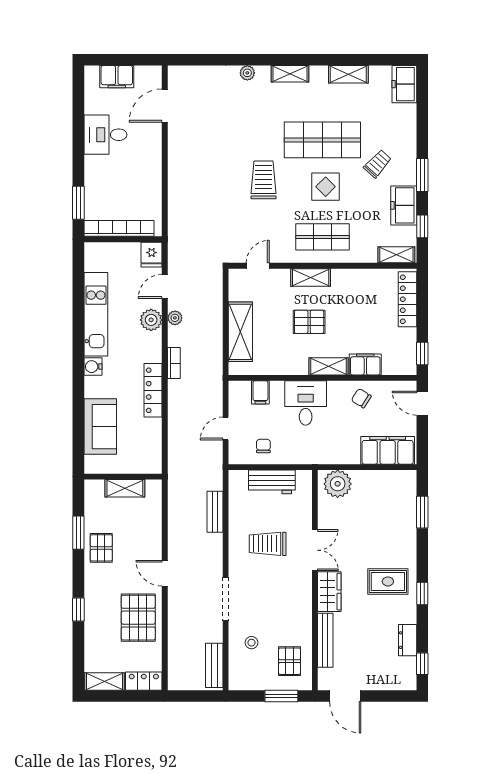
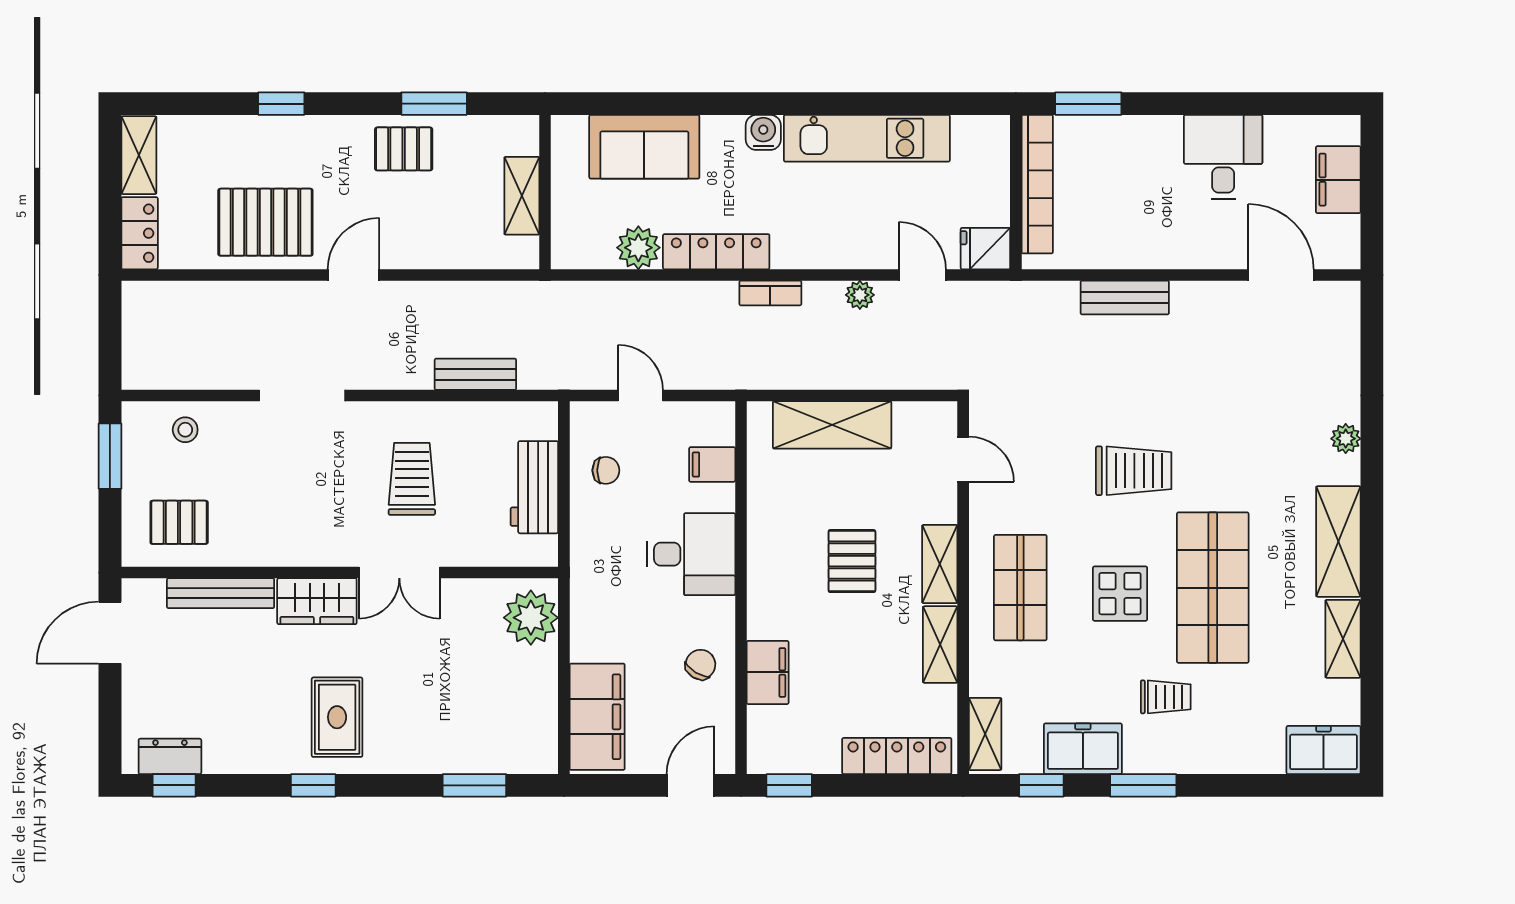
shelving: (290, 74) -> (1338, 541), width x1.50, depth x1.33
trolley: (378, 164) -> (1166, 697), turned -42
plant: (151, 320) -> (638, 248), moved
shelving: (329, 366) -> (940, 645), moved
dresser: (408, 640) -> (170, 756), moved
stool: (251, 643) -> (185, 430), moved
bench: (214, 665) -> (1125, 297), moved
window: (281, 696) -> (110, 456), moved

